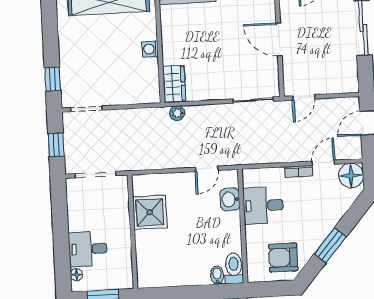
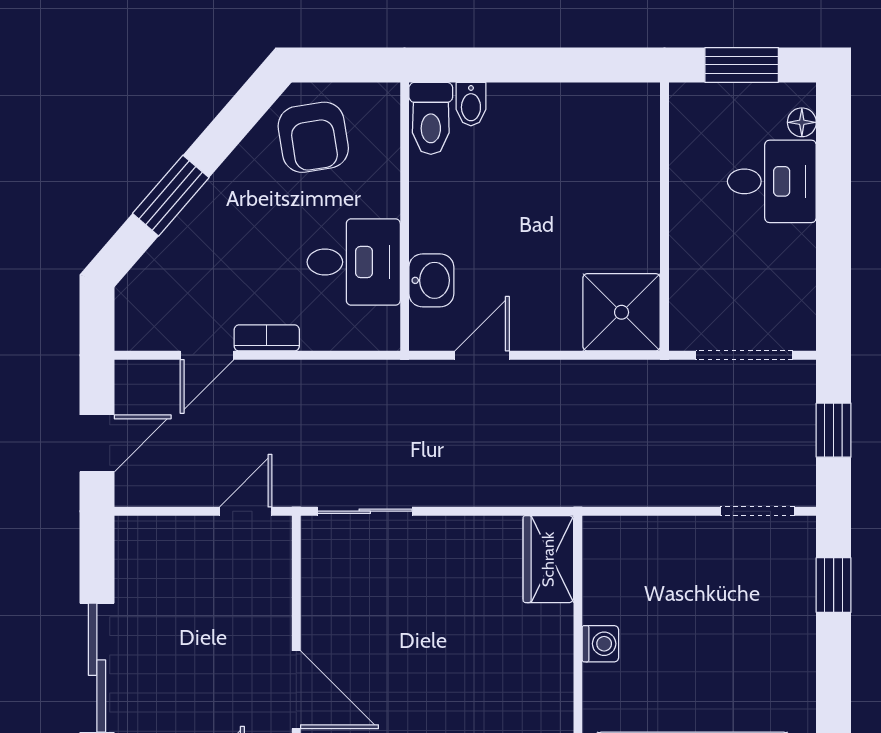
door: (279, 39) -> (296, 690), moved
plant: (177, 113) -> (545, 490), removed
floor lamp: (351, 175) -> (143, 322), removed
shower: (150, 212) -> (622, 312), moved
window: (330, 245) -> (171, 196), moved
armchair: (283, 258) -> (313, 137), turned 81

